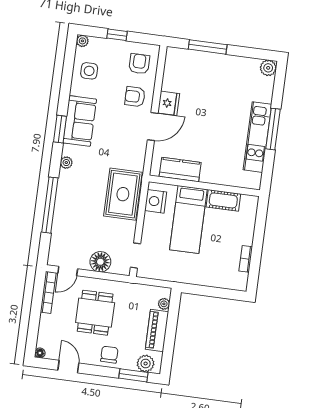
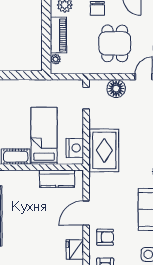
fridge: (169, 103) -> (75, 250), moved

